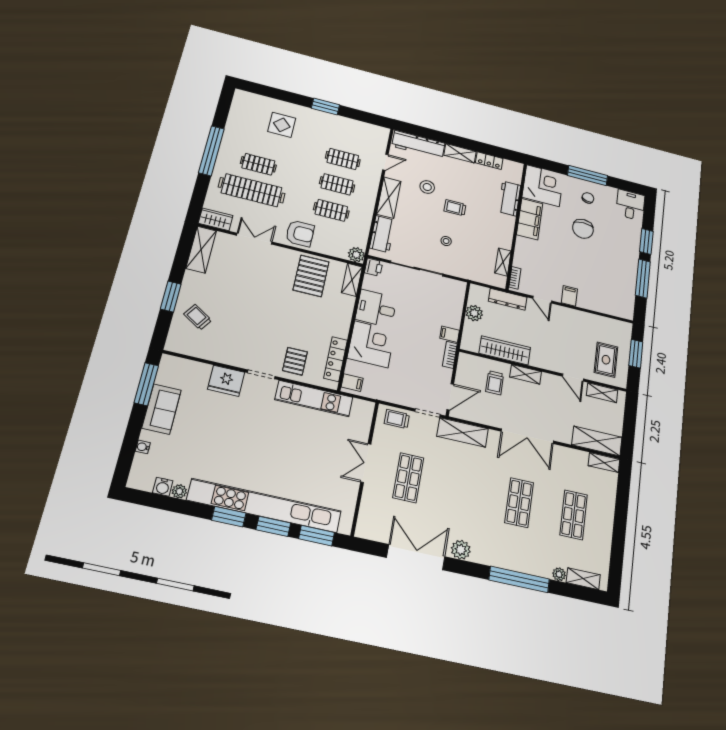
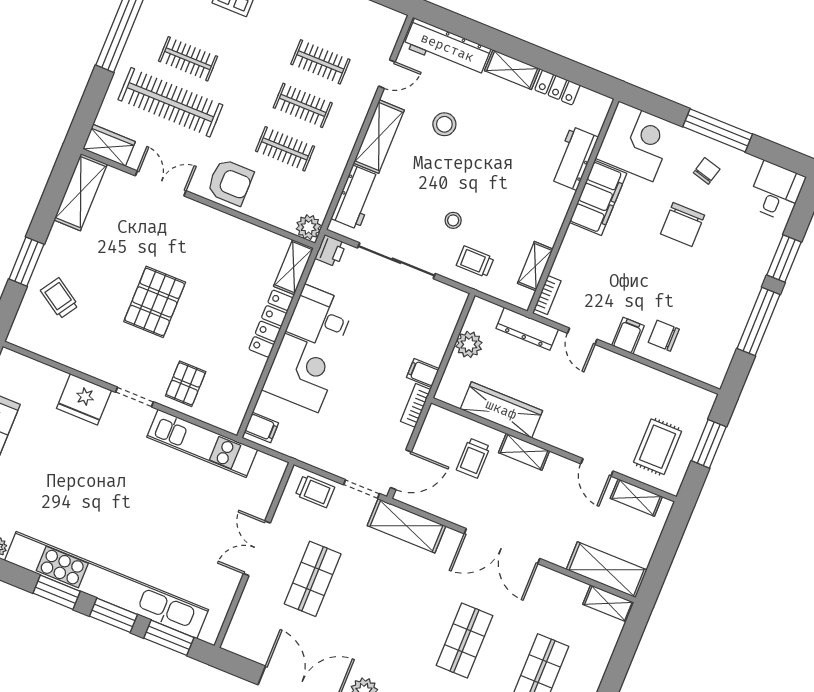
trolley: (455, 208) -> (475, 262), moved
pallet: (311, 276) -> (155, 302), moved
chair: (591, 293) -> (664, 336), added
locker: (336, 359) -> (271, 324), moved
trolley: (397, 419) -> (315, 491), turned 180

